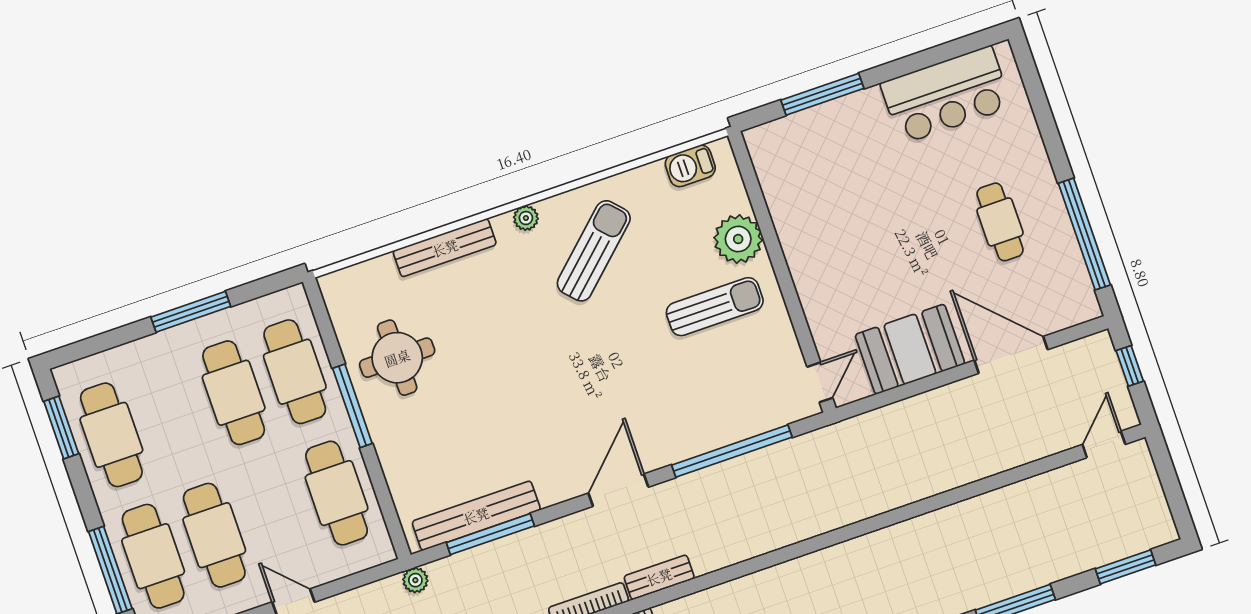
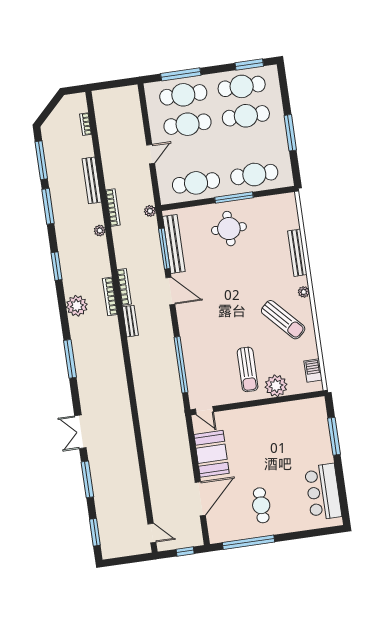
cafe table: (1000, 222) -> (261, 505), turned 90
round table: (397, 358) -> (229, 229), moved
cafe table: (234, 393) -> (246, 116), moved
door: (618, 490) -> (170, 291), moved

